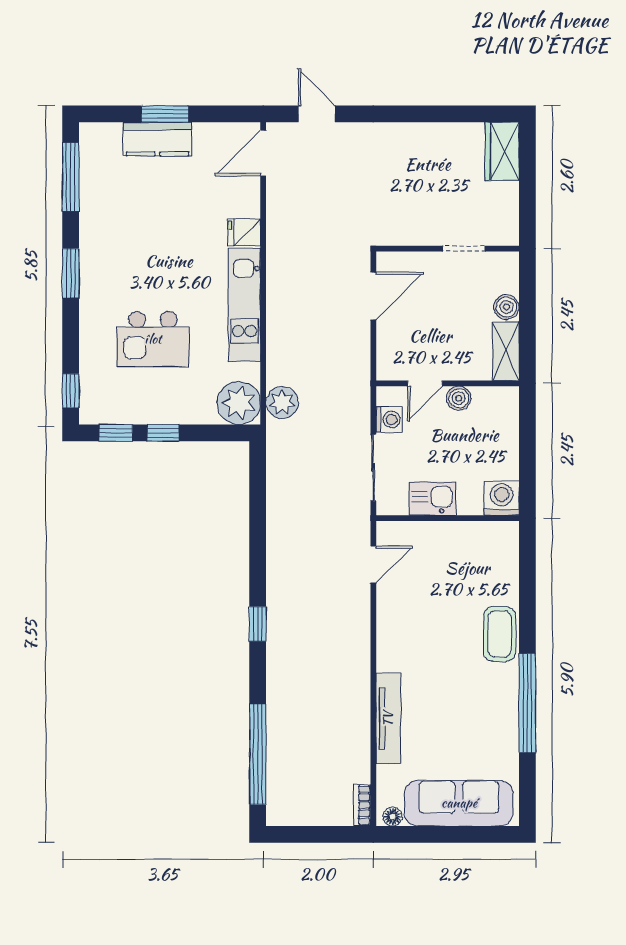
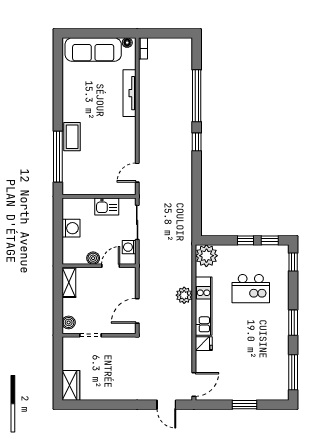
kitchen counter: (158, 139) -> (248, 392), removed
boiler: (506, 307) -> (69, 322), moved
kitchen island: (153, 339) -> (251, 289), turned 180
plant: (282, 403) -> (184, 295), moved
washing machine: (502, 498) -> (71, 228), moved, turned -90
window: (527, 703) -> (58, 157), moved
window: (258, 754) -> (197, 96), moved

